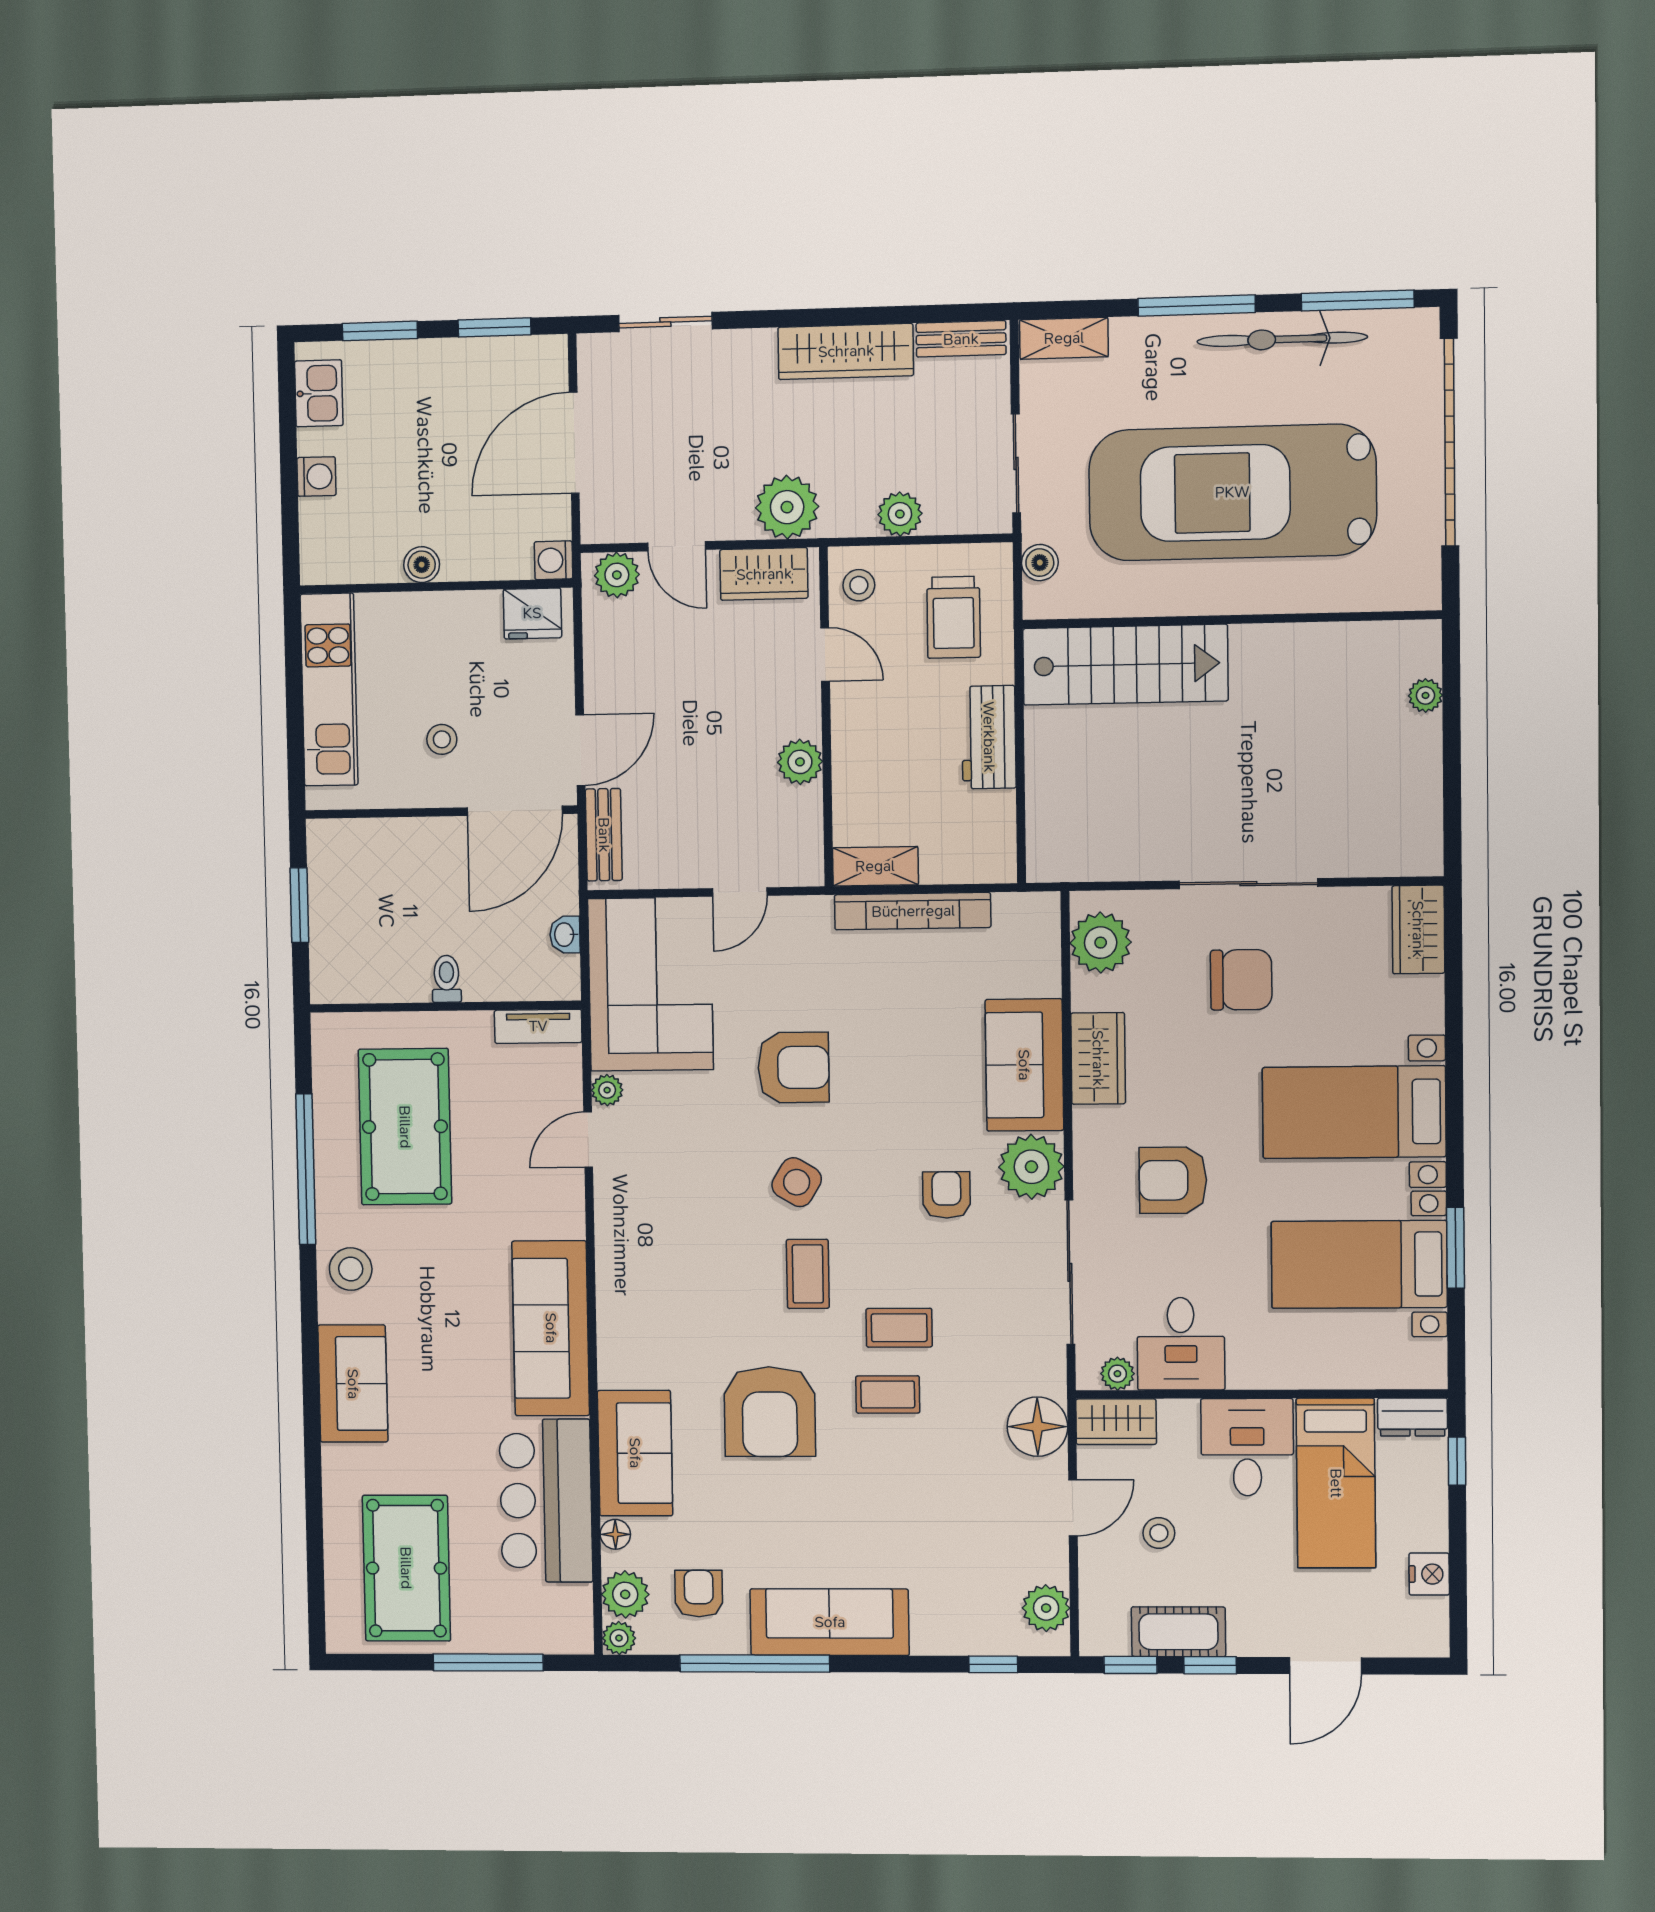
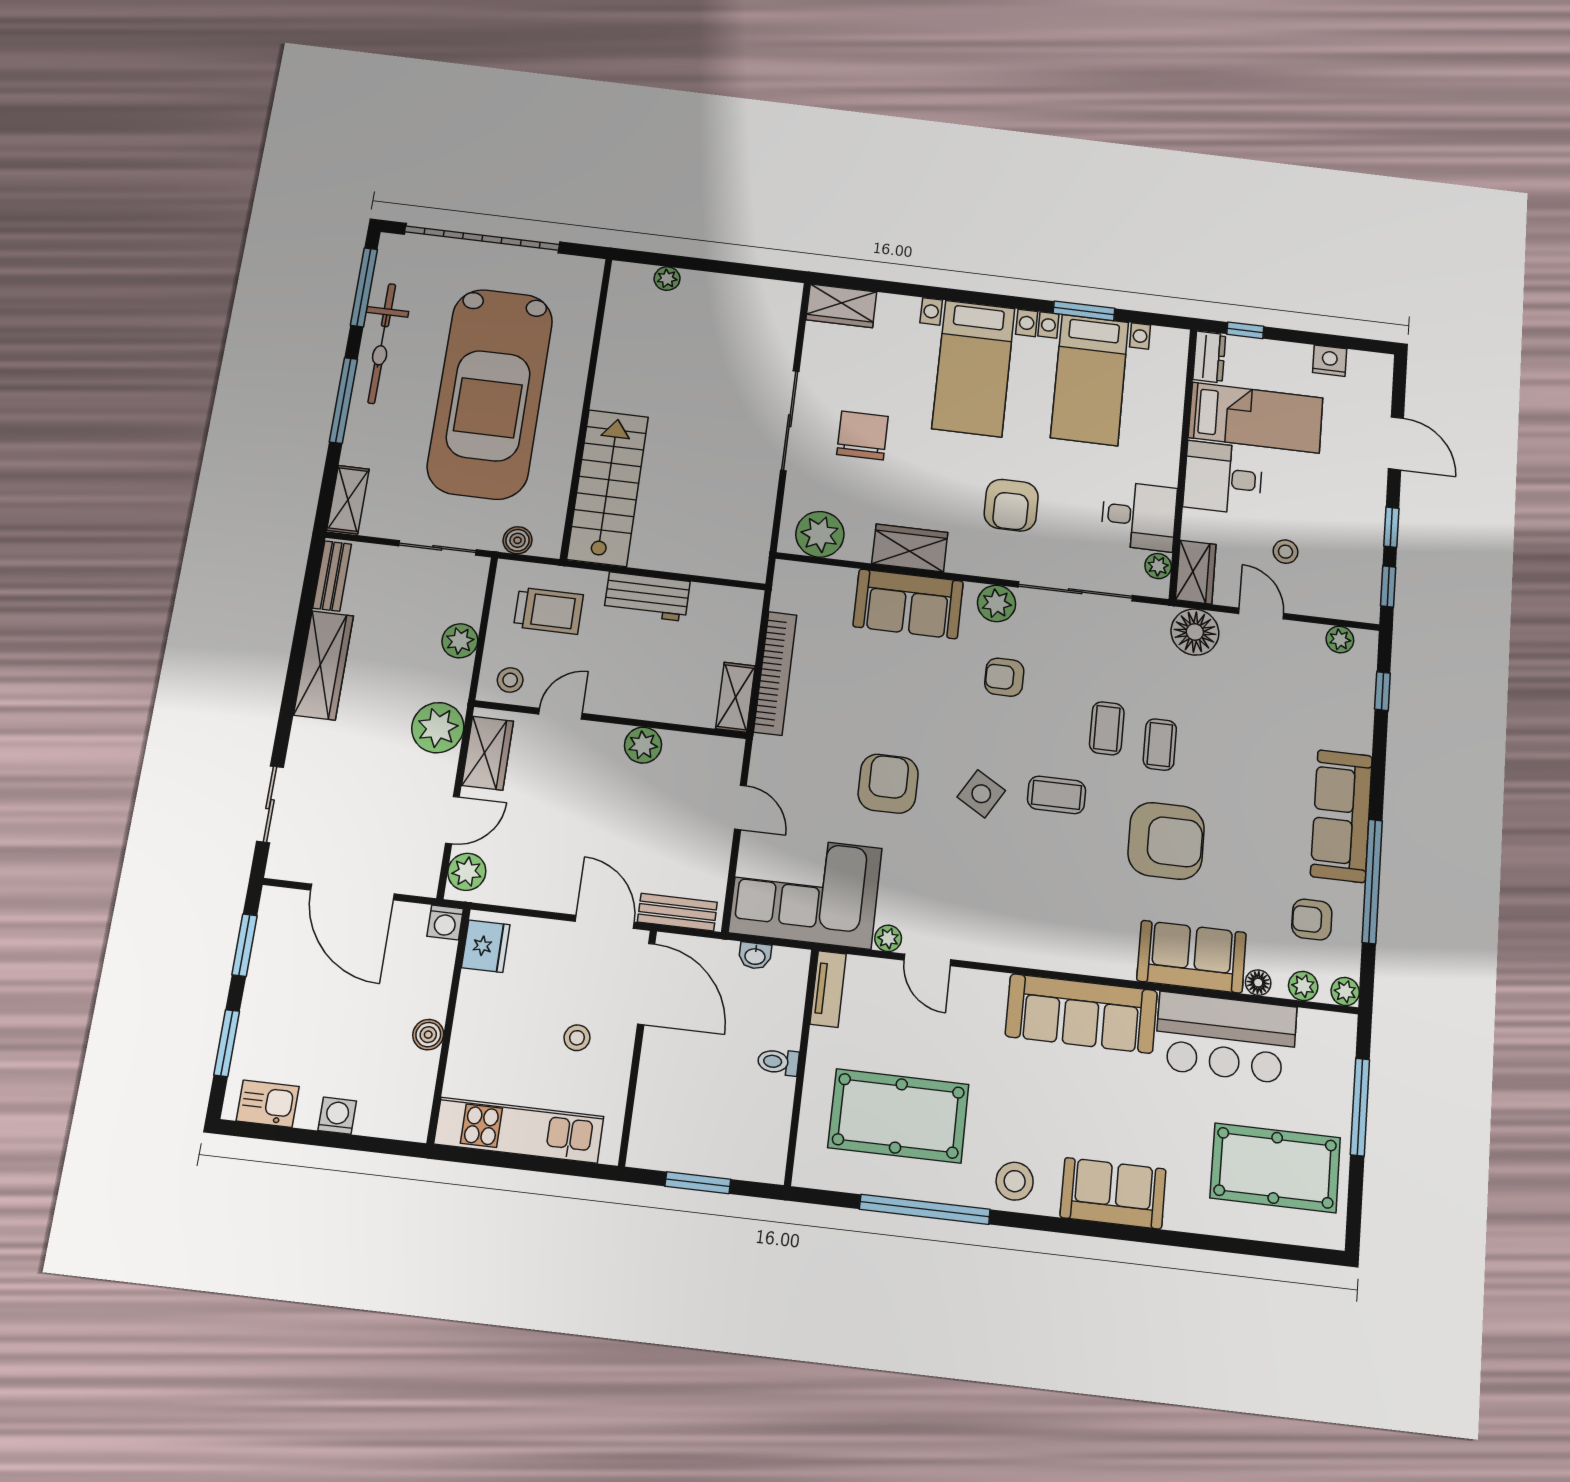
plant: (1031, 1167) -> (996, 603), width x0.73, depth x0.73
plant: (625, 1594) -> (1303, 986), width x0.73, depth x0.73
plant: (1046, 1608) -> (1340, 640), width x0.73, depth x0.73
cot: (1178, 1632) -> (1364, 547), removed

